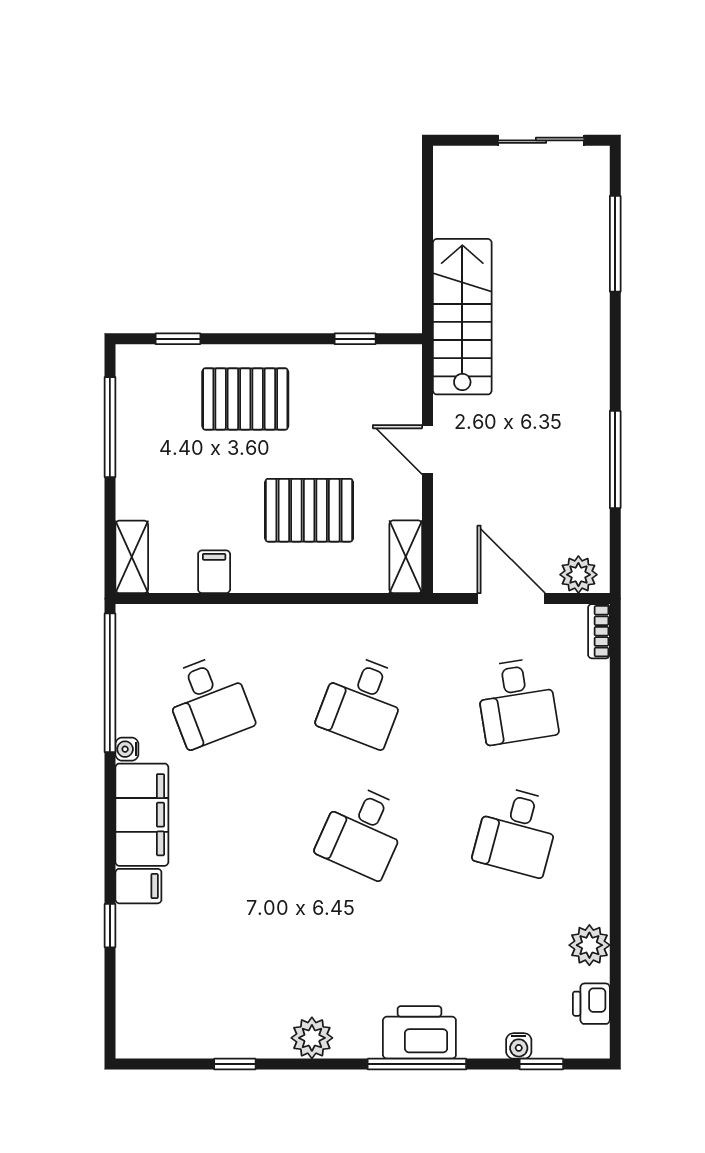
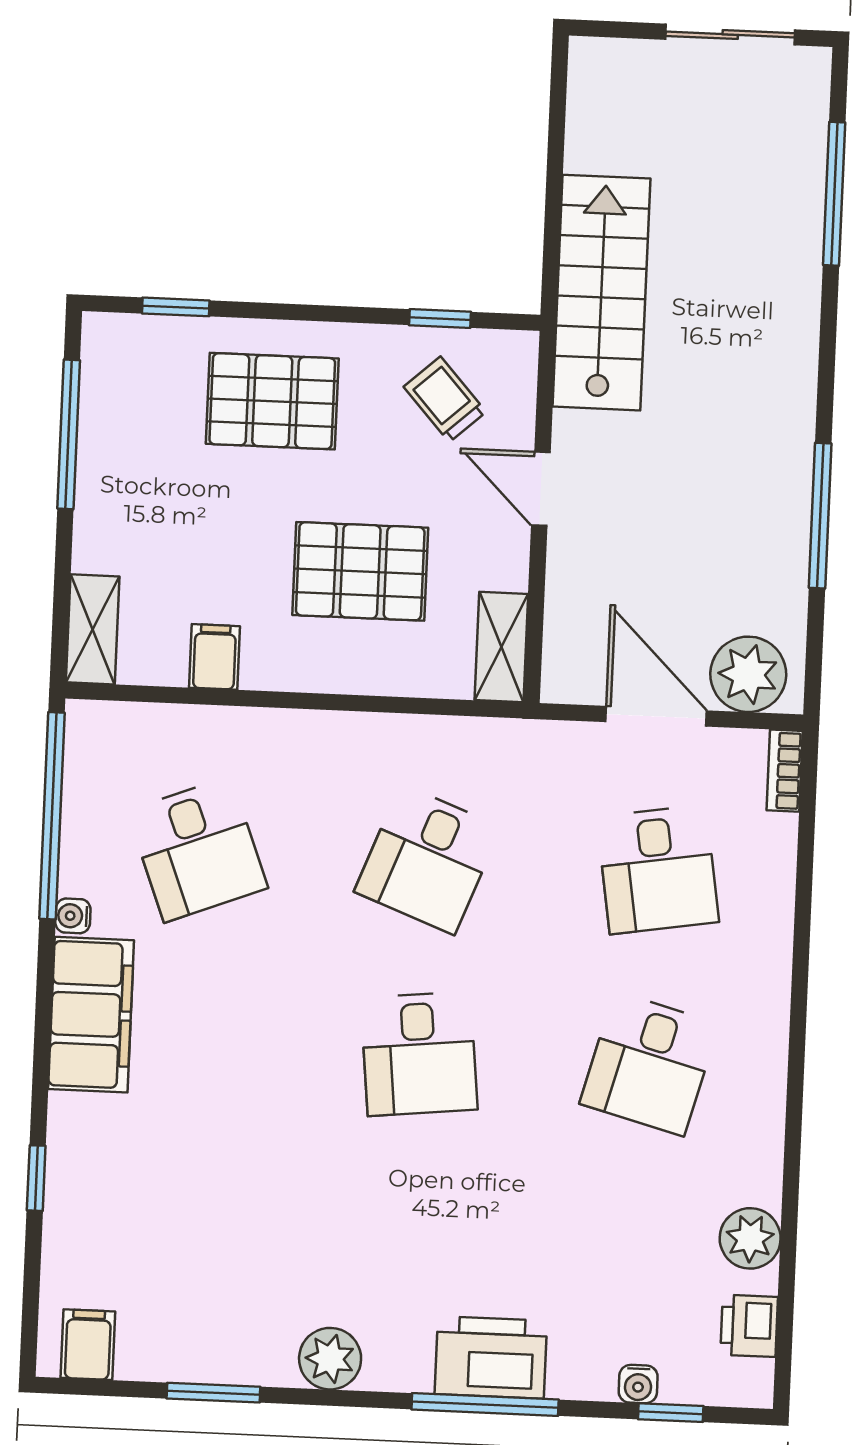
trolley: (361, 393) -> (445, 399), added
plant: (578, 575) -> (748, 674), width x1.36, depth x1.36
desk: (363, 831) -> (419, 1054), turned -30
filing cabinet: (138, 886) -> (88, 1345), moved, turned -90
window: (235, 1064) -> (213, 1393), width x1.50

